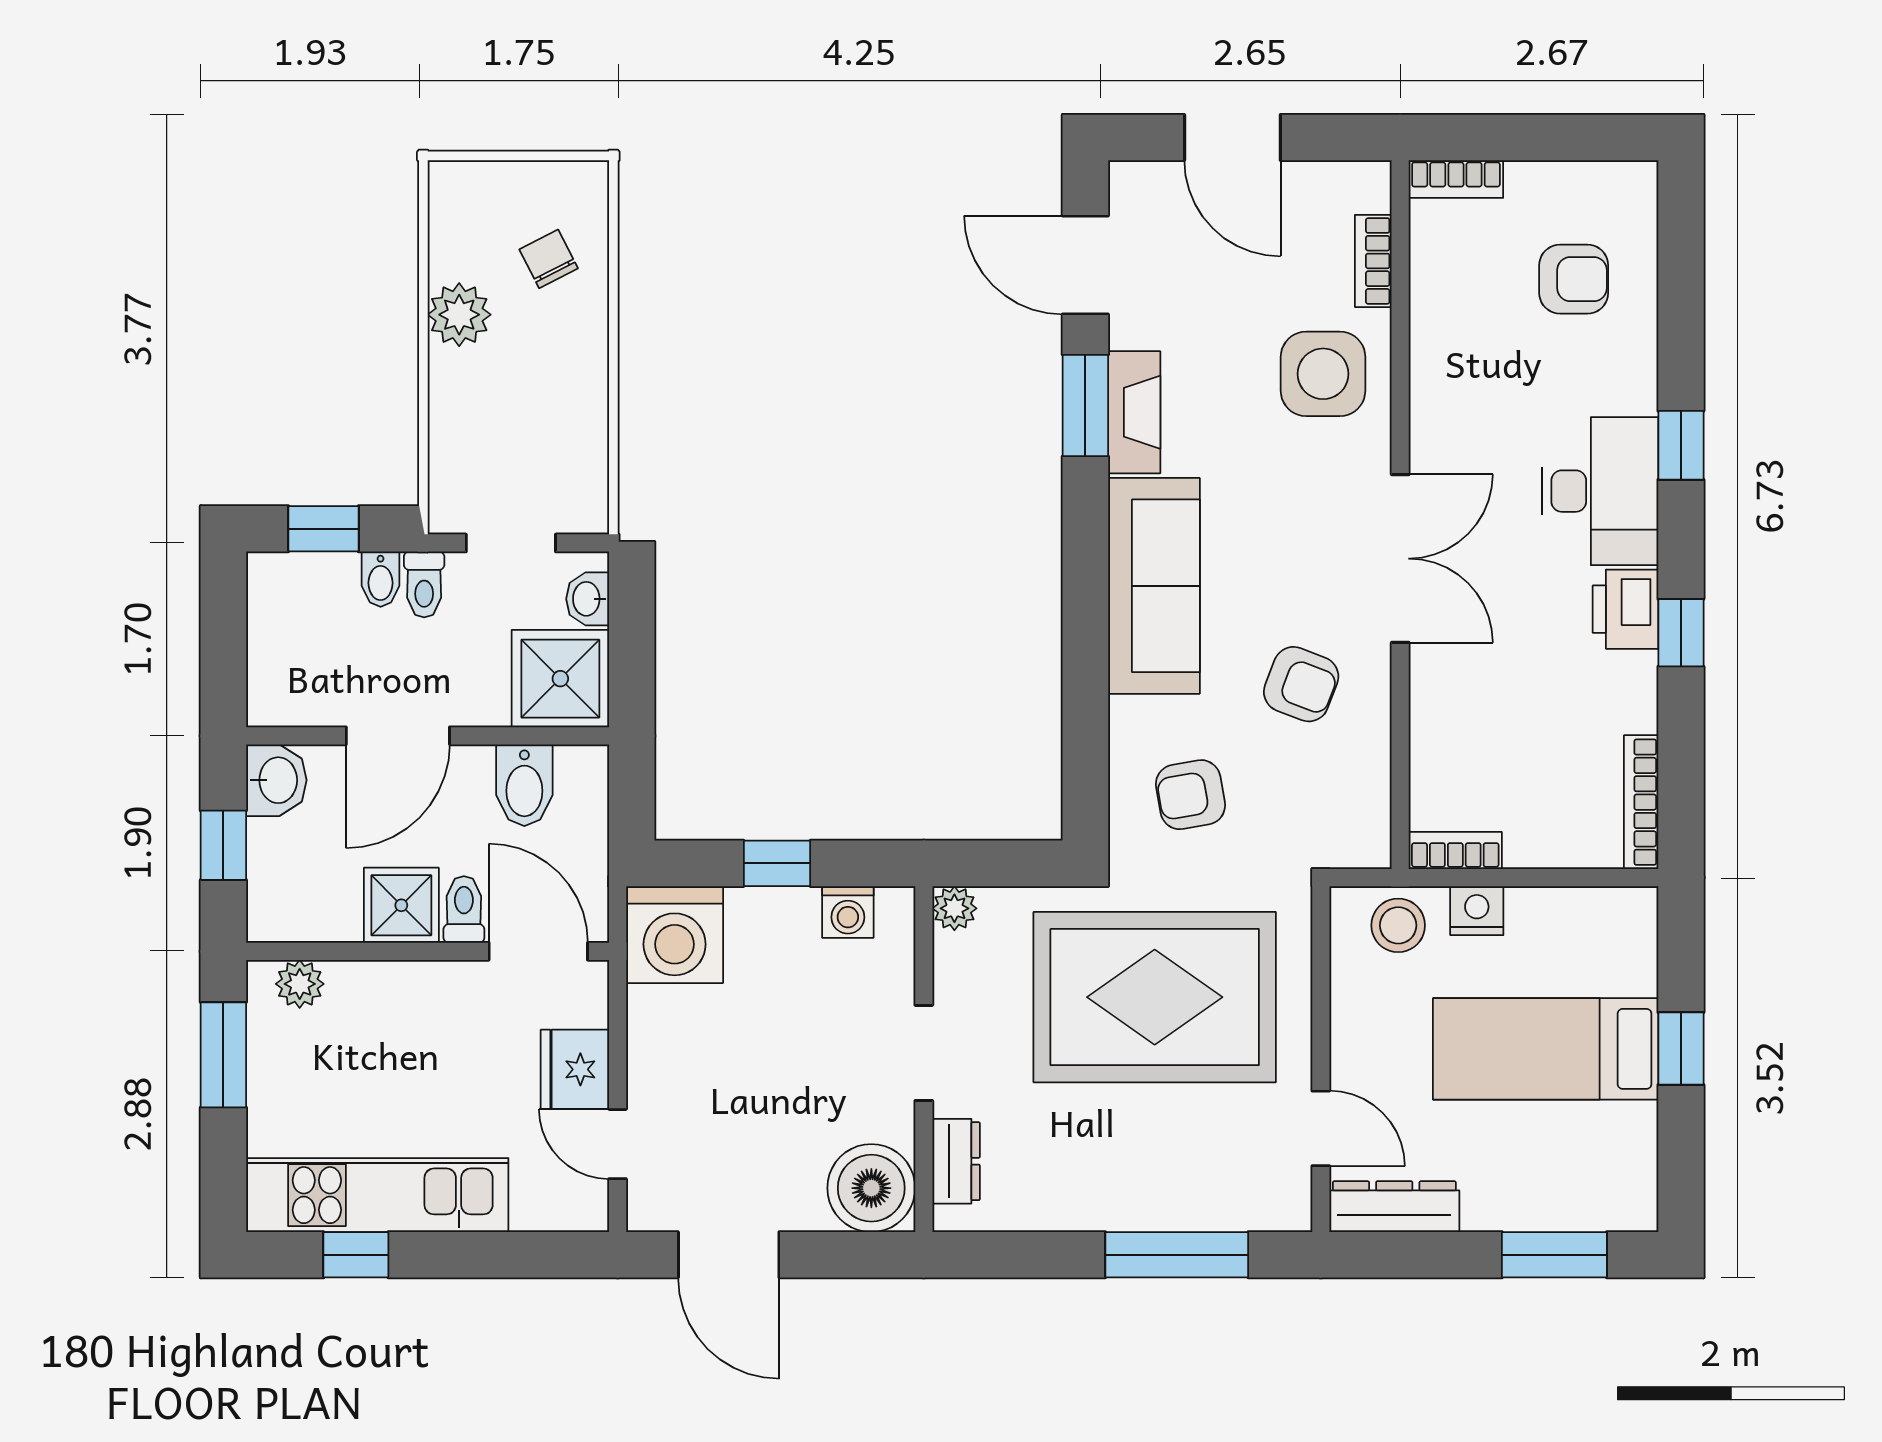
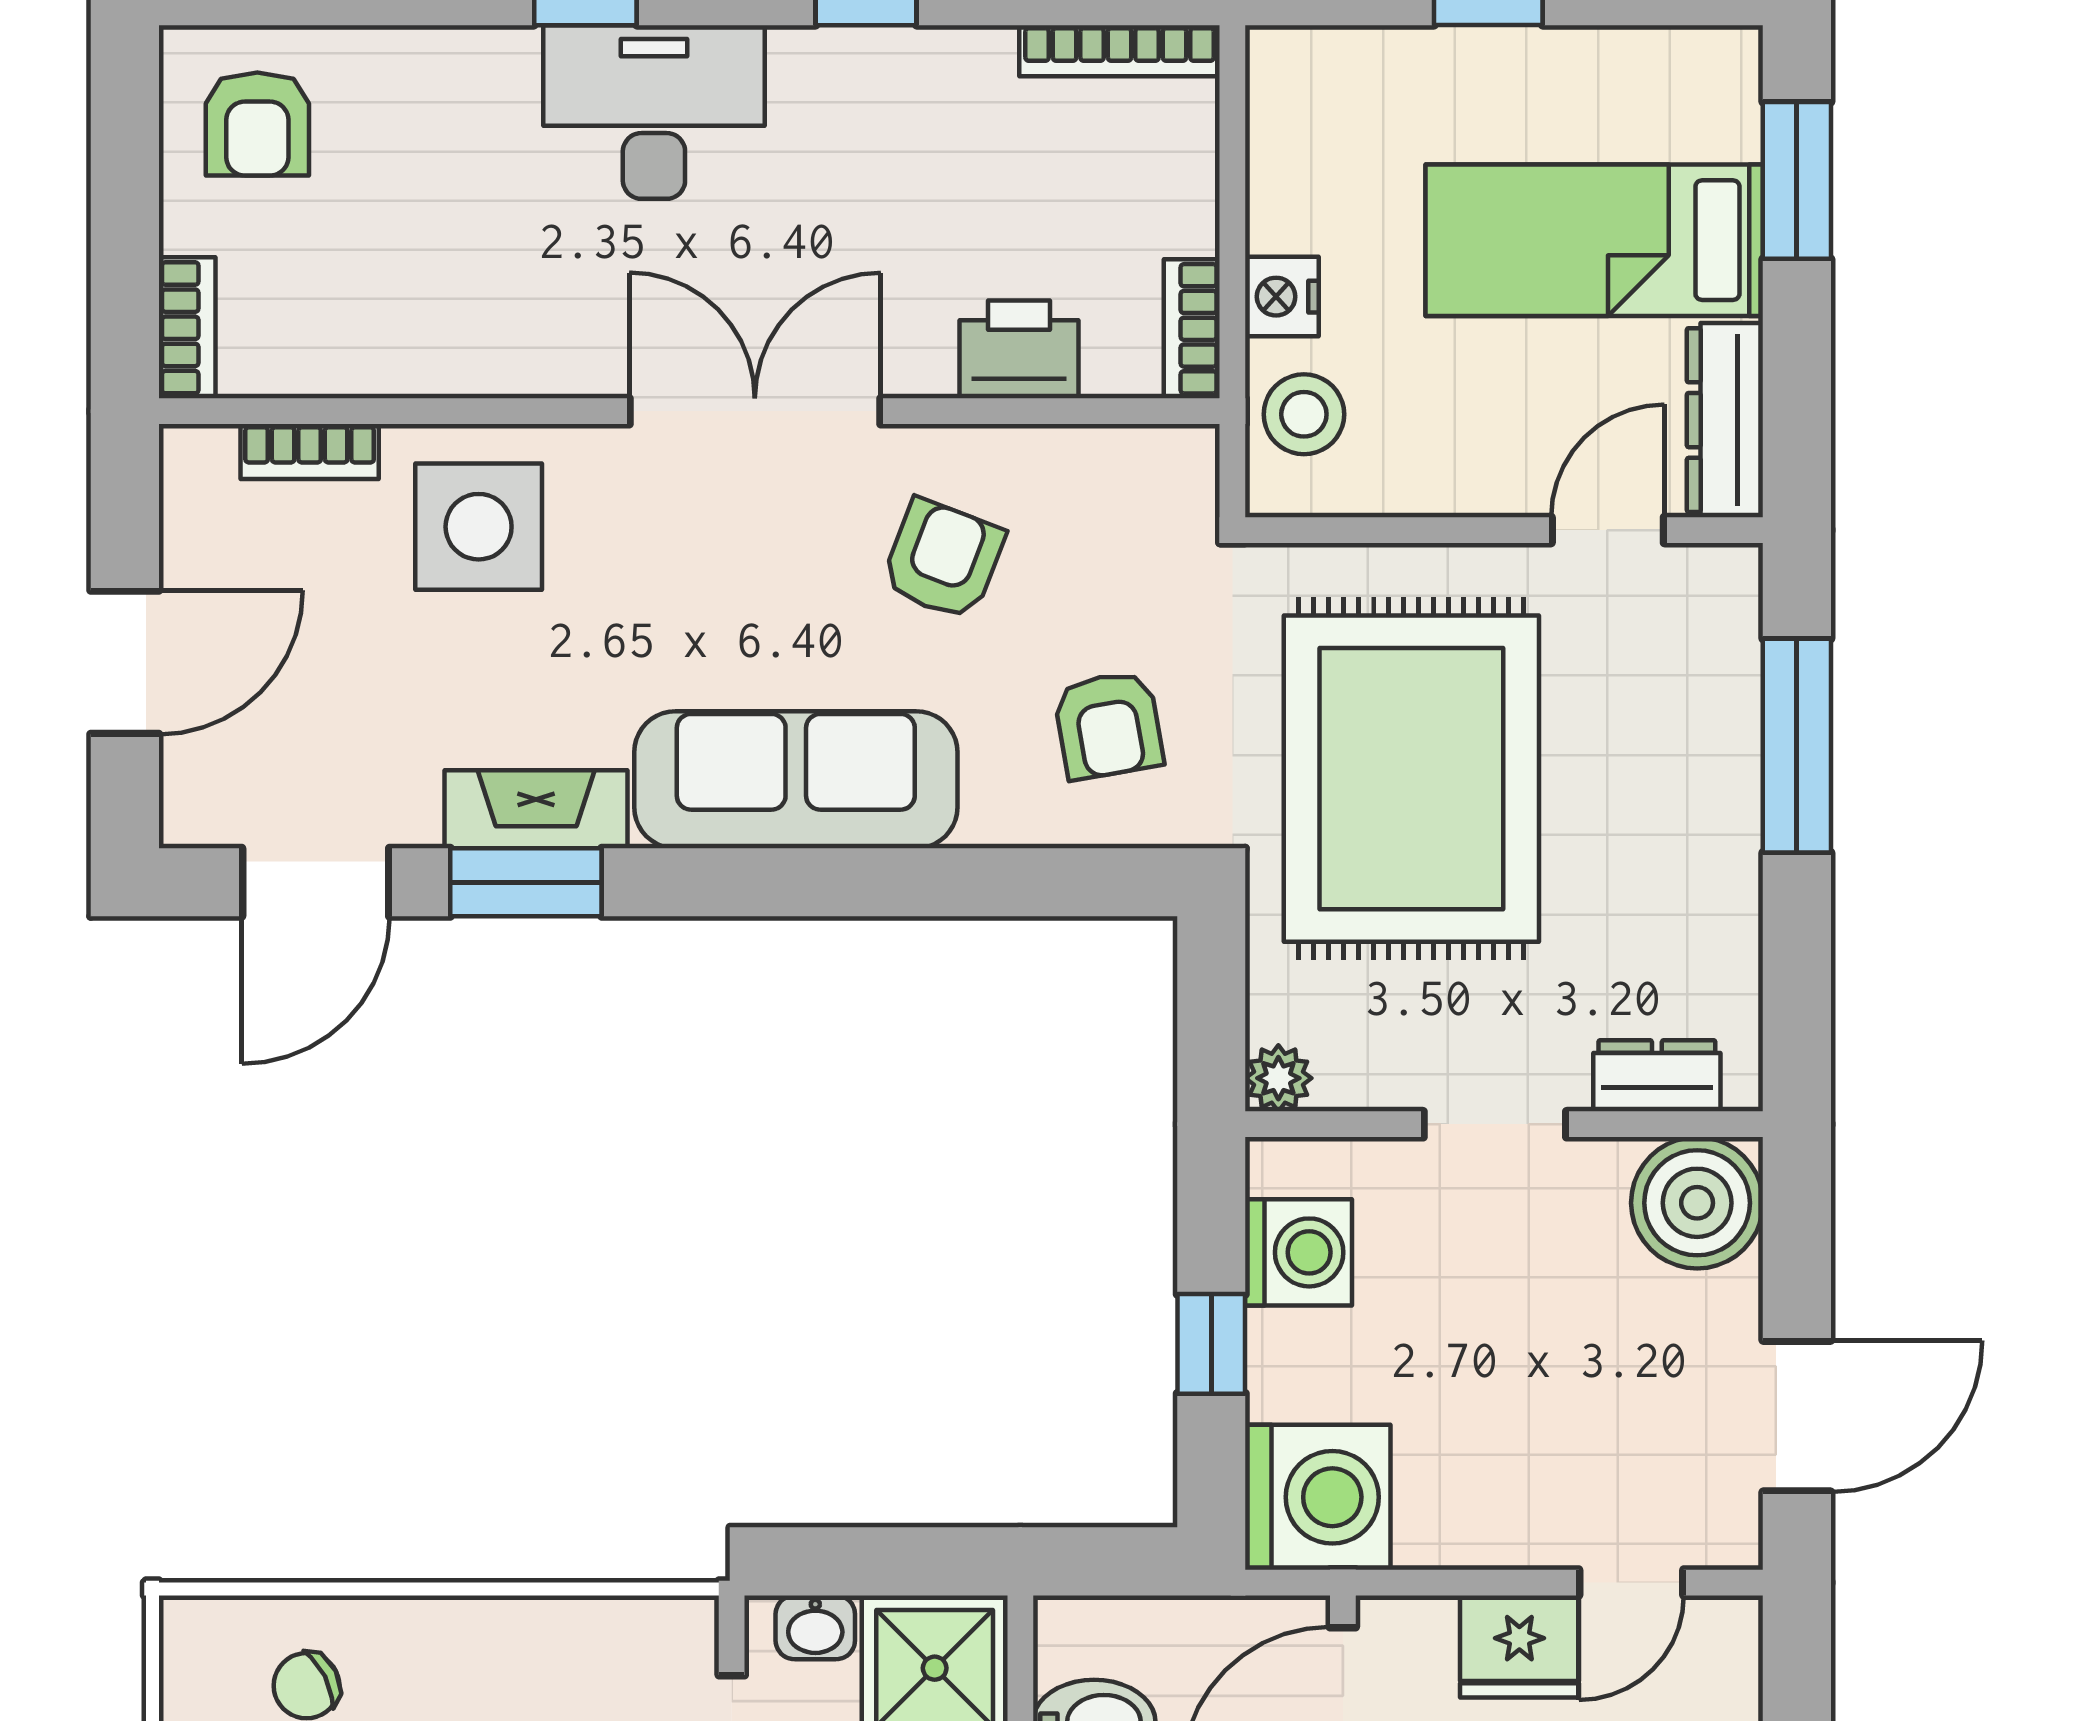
armchair: (1574, 279) -> (257, 124), moved, turned 180
printer: (1625, 609) -> (1019, 349), moved, turned 180
washing machine: (848, 912) -> (1298, 1252), width x1.38, depth x1.38
bed: (1546, 1049) -> (1594, 240), moved, turned 90

